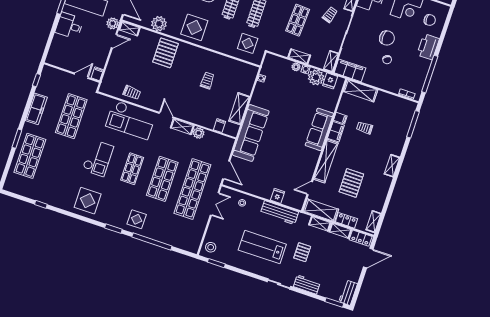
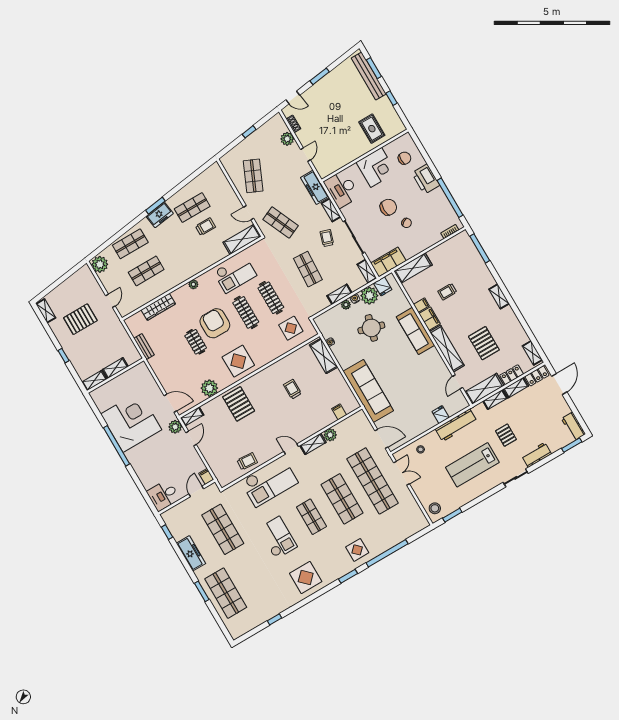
desk: (69, 26) -> (163, 495), moved
round table: (295, 98) -> (371, 328), added
shelving: (239, 109) -> (324, 356), moved

